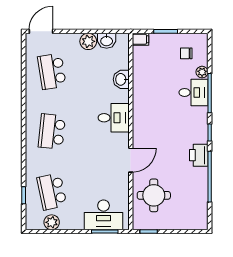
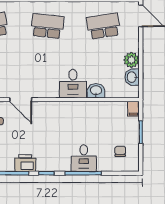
plant: (202, 72) -> (103, 166), removed
desk: (114, 118) -> (73, 84), moved

